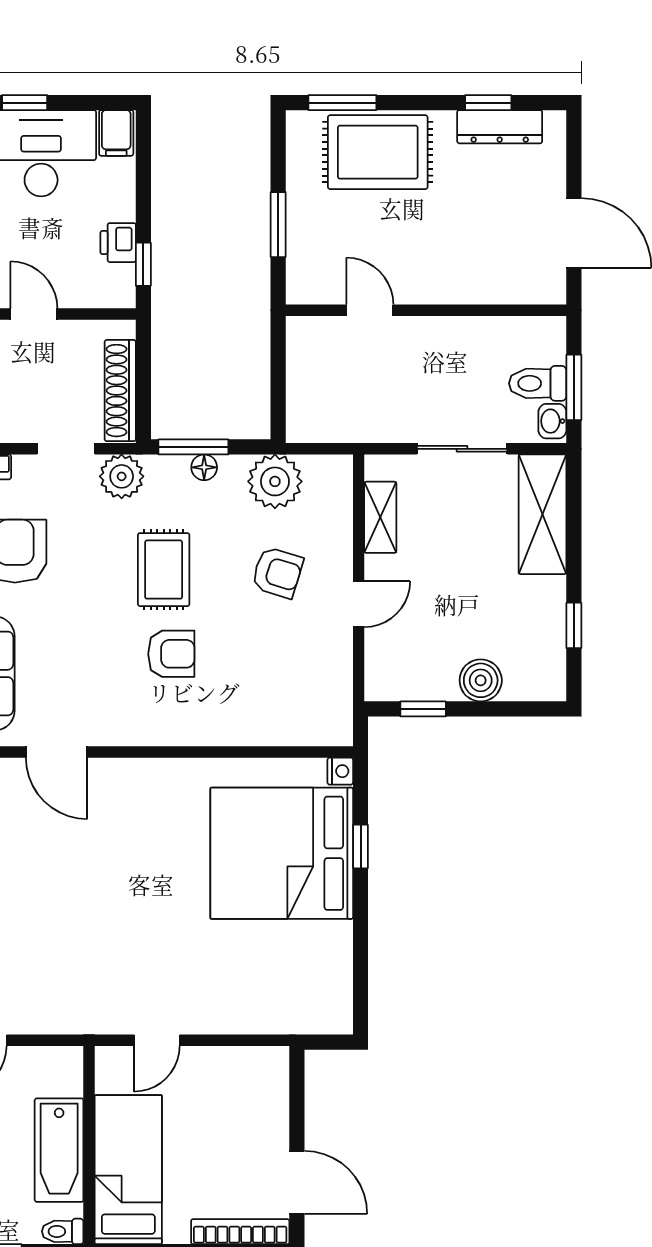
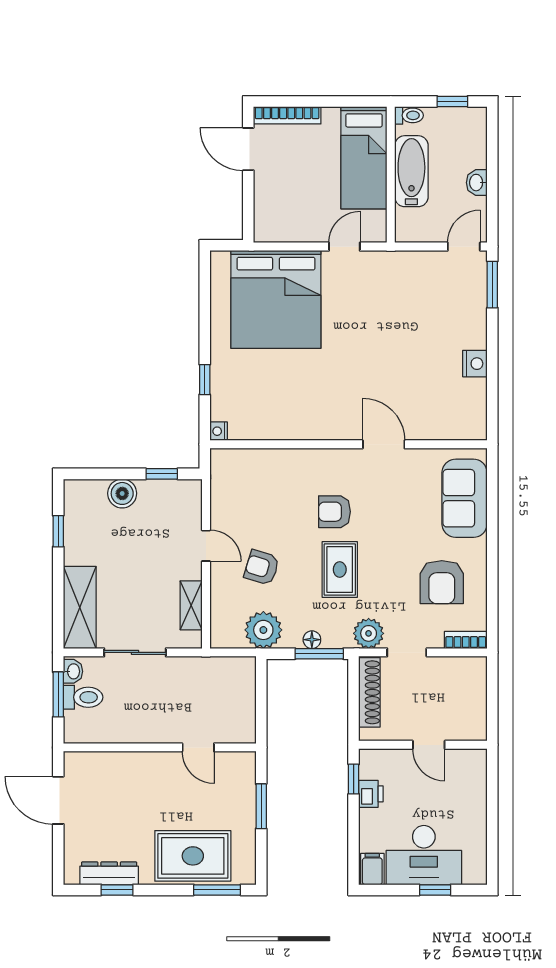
door: (359, 604) -> (206, 546), swing flipped
door: (57, 752) -> (384, 444), moved
bed: (282, 853) -> (276, 299), moved, turned 90

